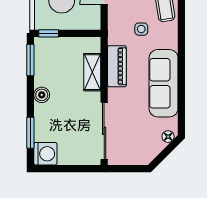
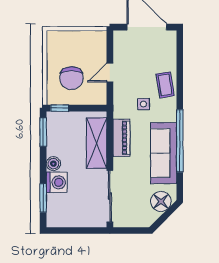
window: (181, 70) -> (180, 141), added
shelving: (92, 72) -> (97, 143), width x1.50, depth x1.33
floor lamp: (168, 137) -> (161, 201), width x1.89, depth x1.89
washing machine: (45, 154) -> (57, 182), moved

